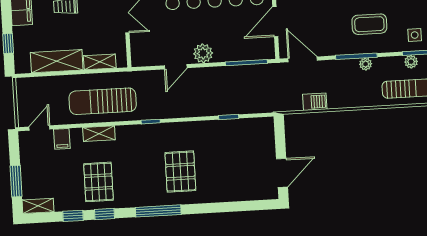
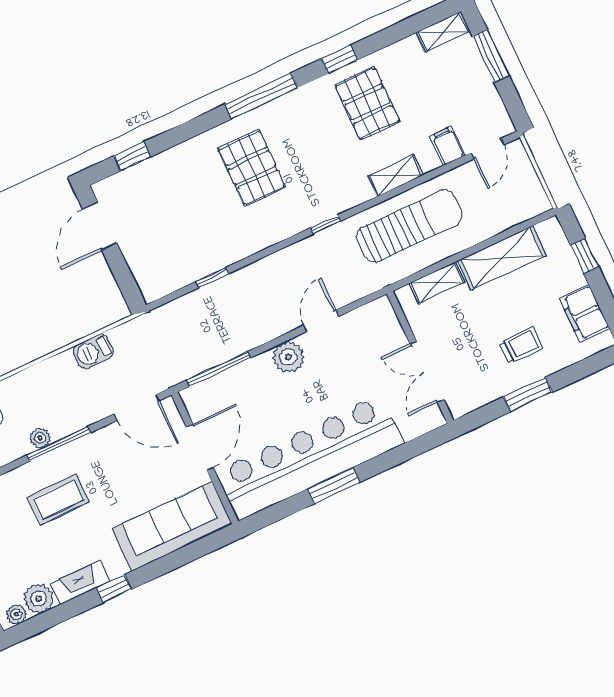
window: (73, 216) -> (132, 156), moved

